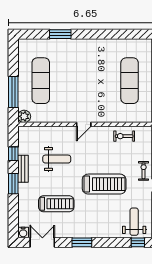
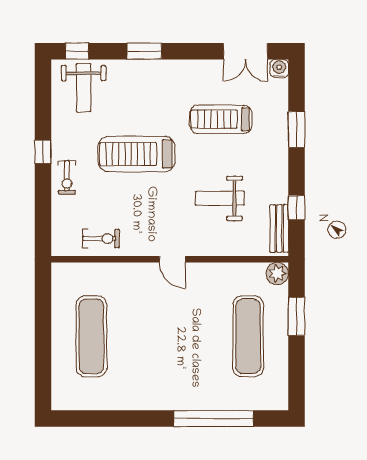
window: (60, 34) -> (214, 419), width x2.11
window: (13, 92) -> (297, 316), width x0.69
door: (84, 124) -> (172, 259), swing flipped
bench: (23, 169) -> (279, 228), moved
window: (13, 184) -> (297, 129), moved
window: (82, 242) -> (144, 51), moved

